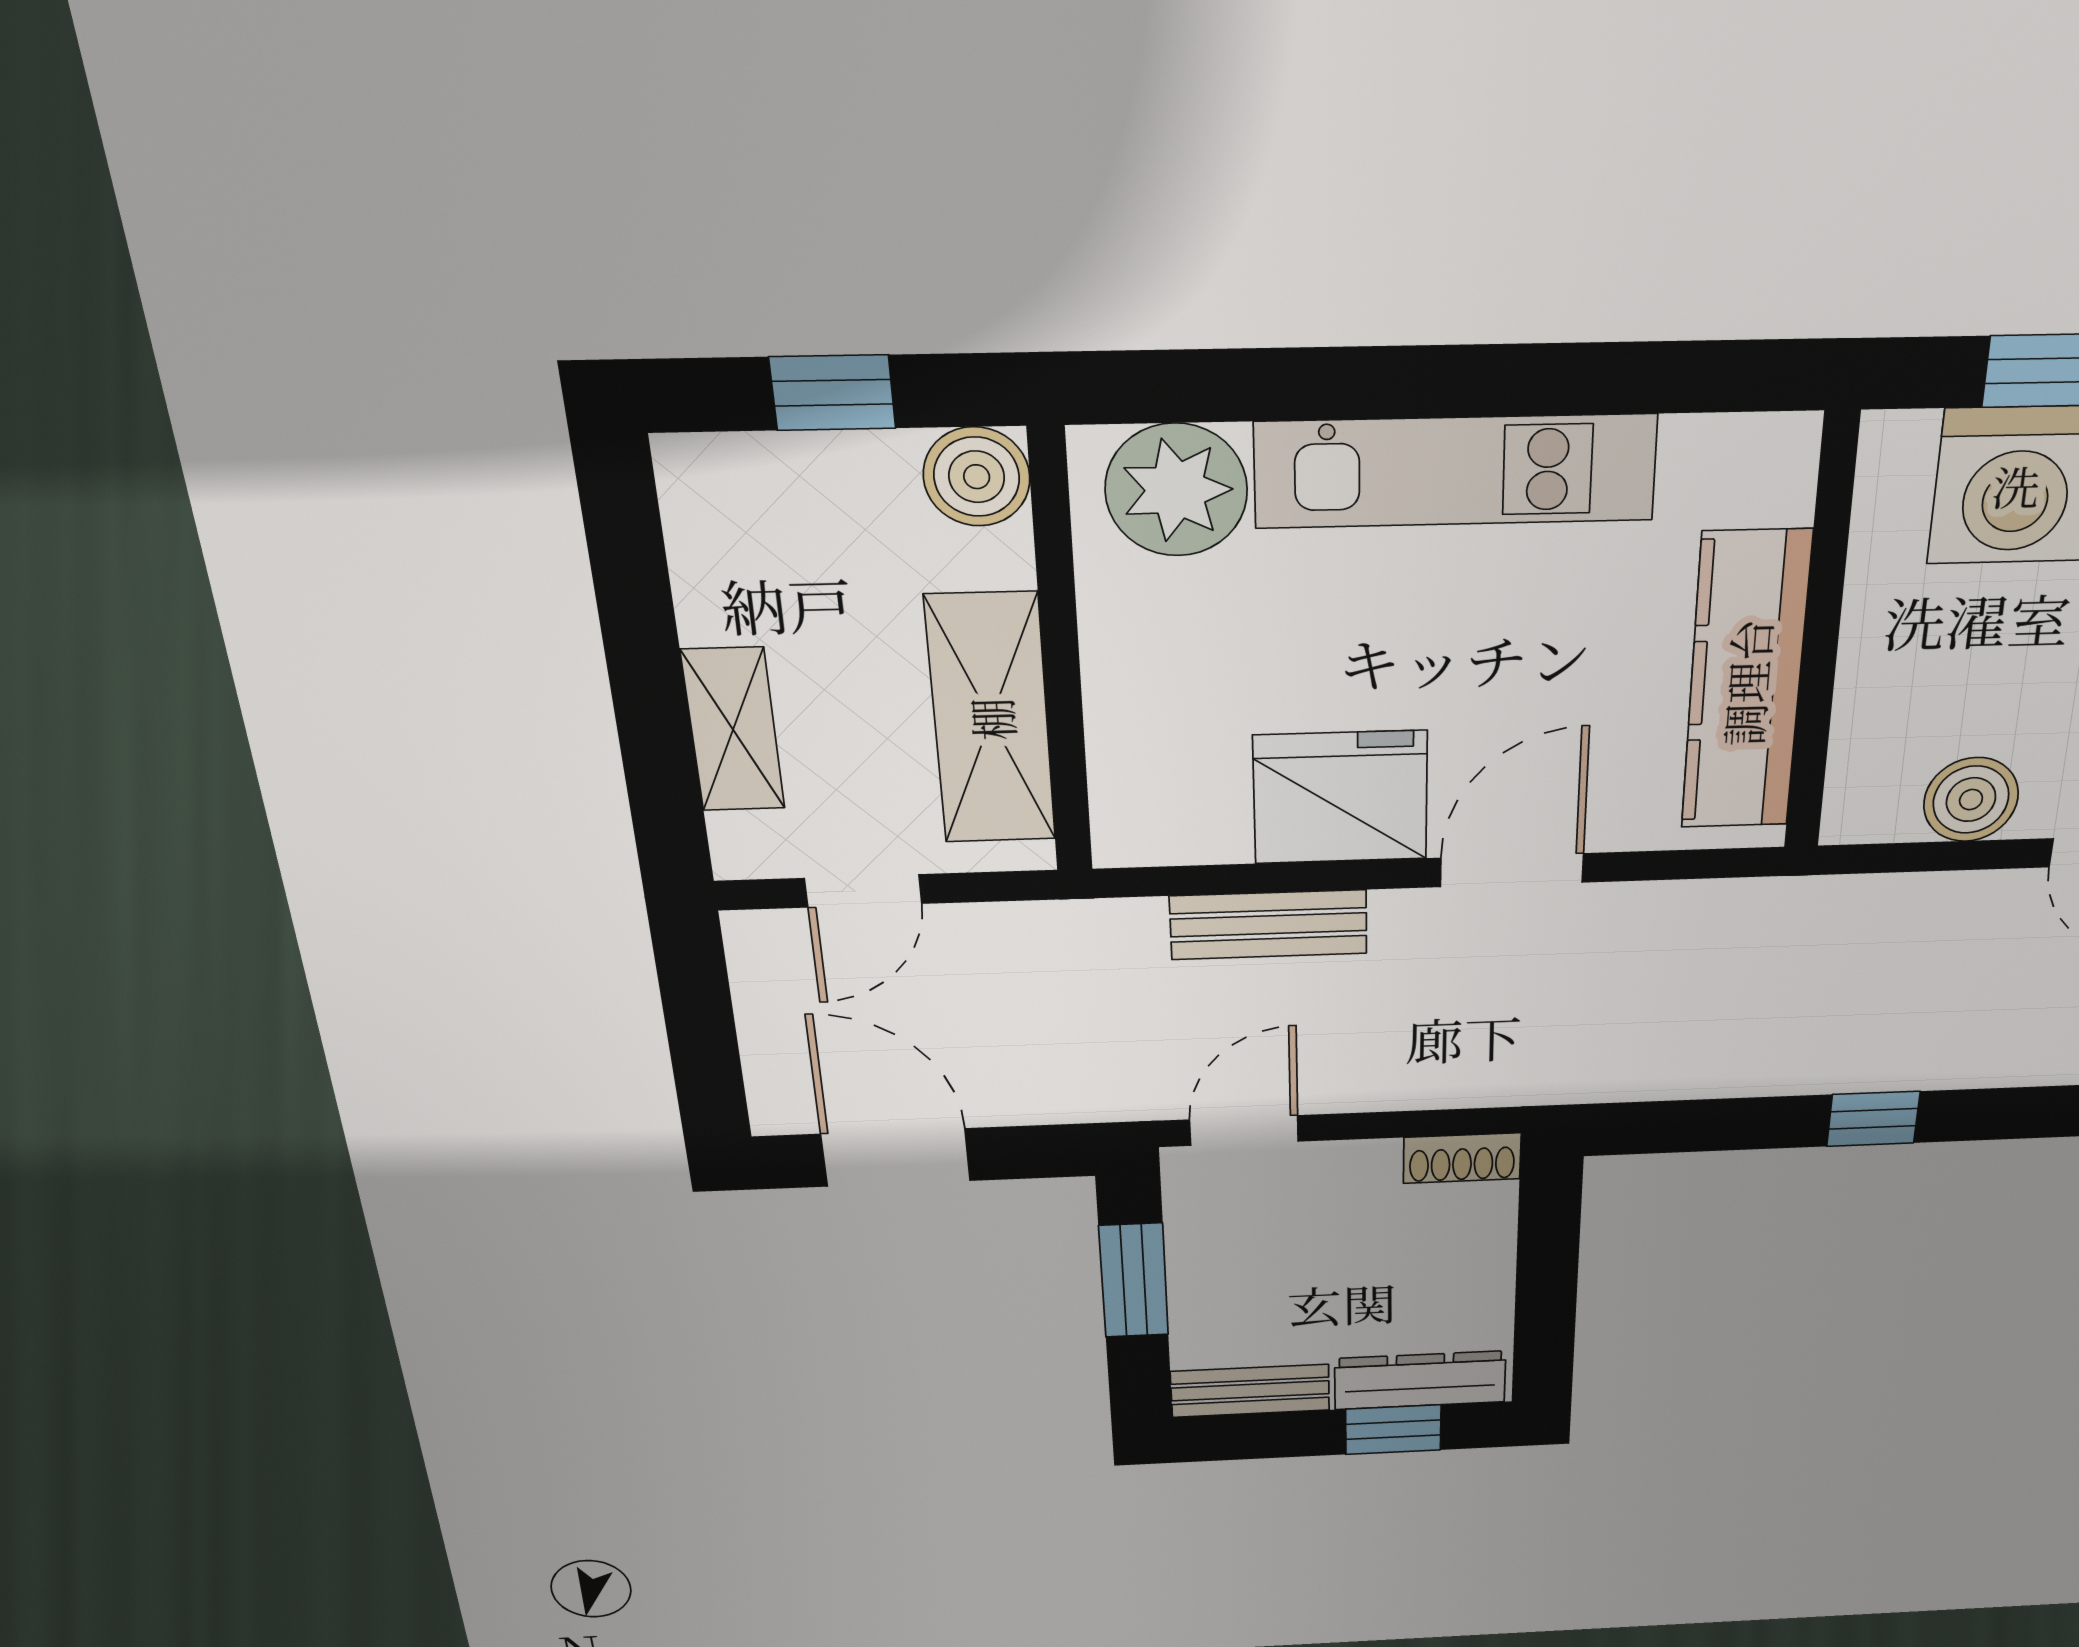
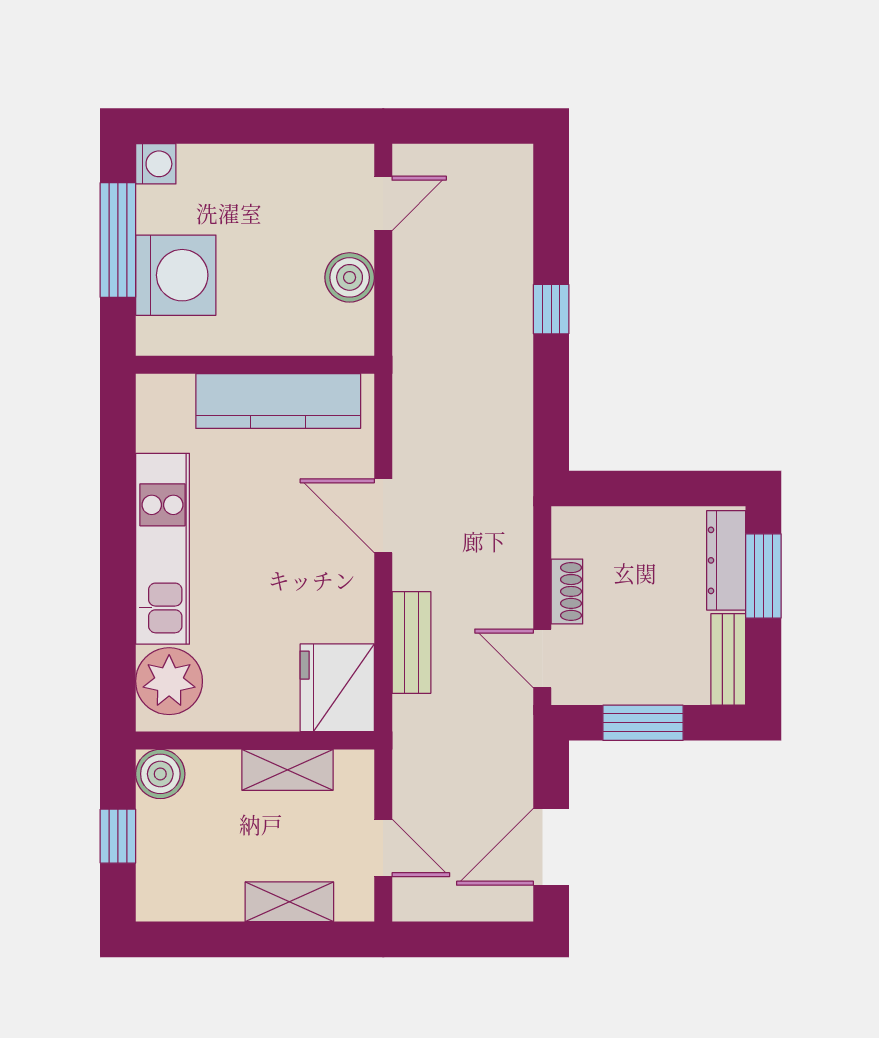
shelving: (991, 719) -> (287, 770), width x0.67, depth x0.75
fridge: (1341, 797) -> (337, 688), moved
shoe rack: (1462, 1158) -> (567, 591), moved
window: (1393, 1430) -> (763, 576), width x1.50

